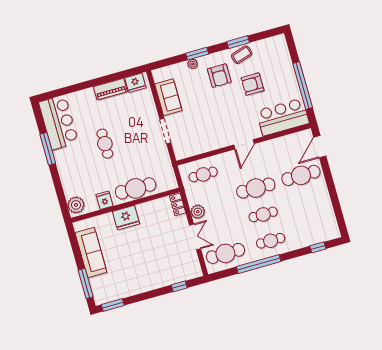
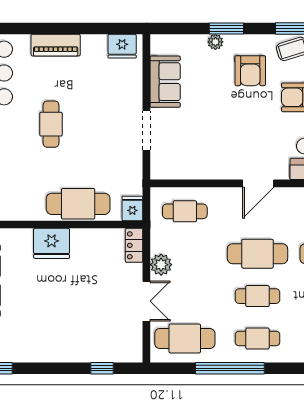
piano: (110, 89) -> (56, 45), moved
fridge: (105, 200) -> (132, 208), moved

